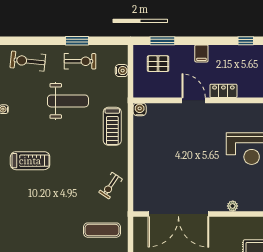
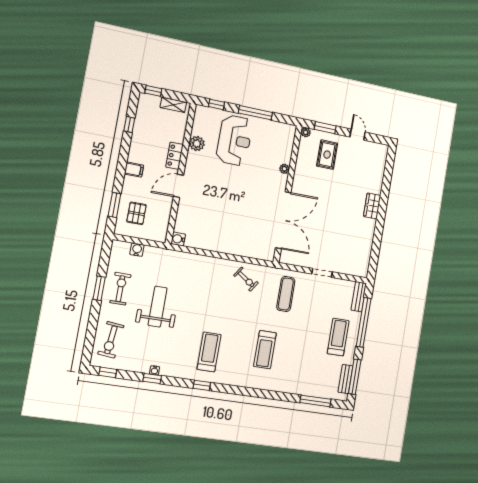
plant: (240, 111) -> (197, 144), added
treadmill: (112, 126) -> (265, 350), moved, turned 90

